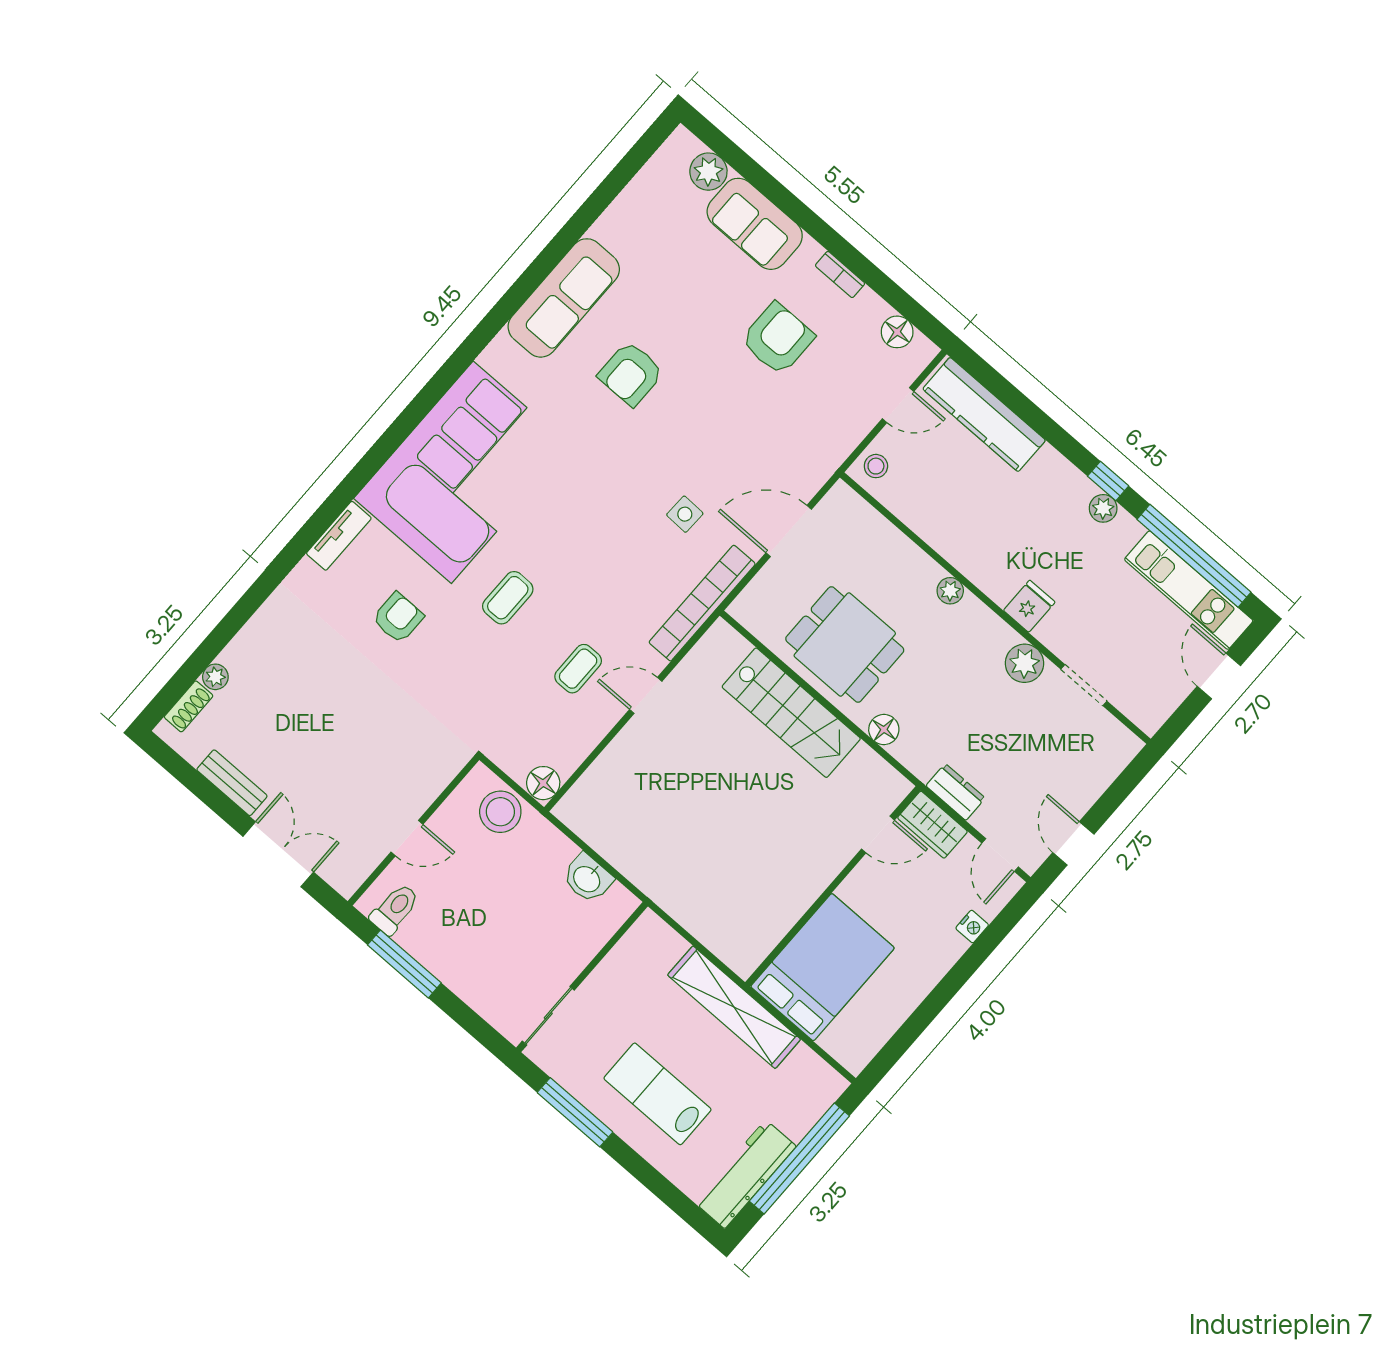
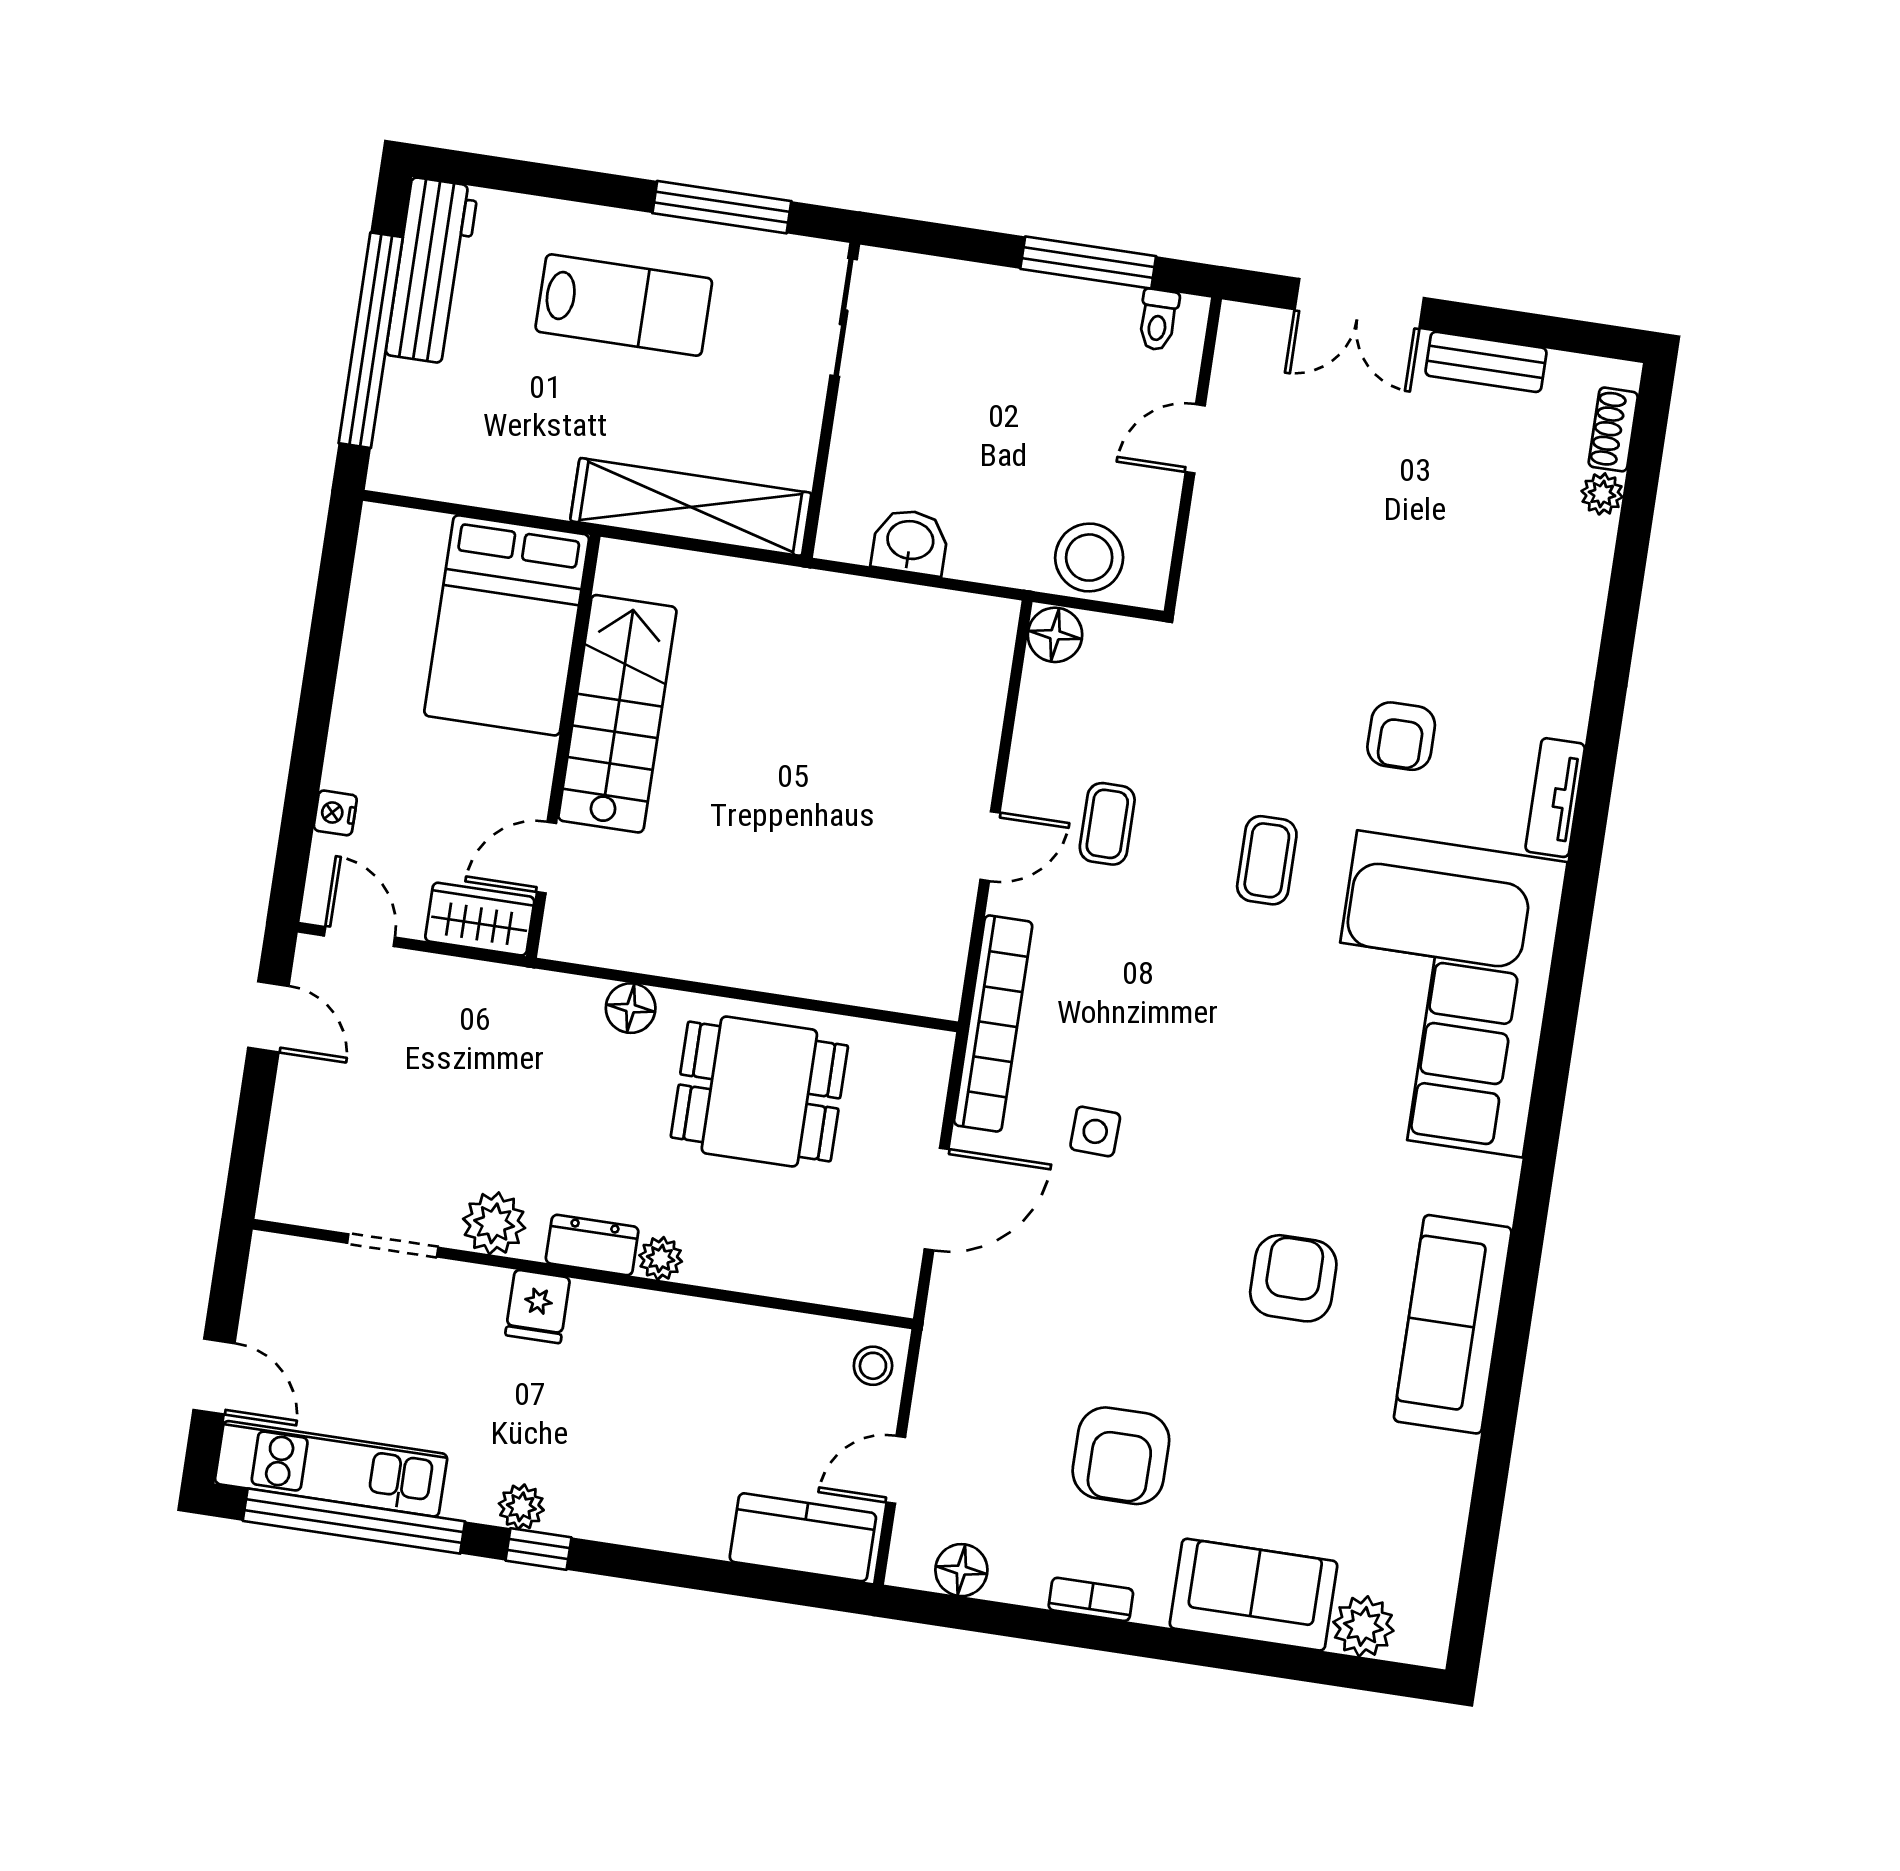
kitchen counter: (984, 415) -> (803, 1537), width x0.67
stairs: (791, 713) -> (617, 714), moved, turned 90
dresser: (956, 792) -> (592, 1245), moved, turned 180
toilet: (395, 909) -> (1158, 320), width x0.73, depth x0.72
shelving: (734, 1007) -> (691, 507), moved

